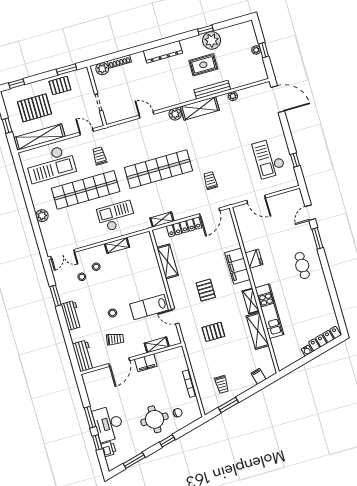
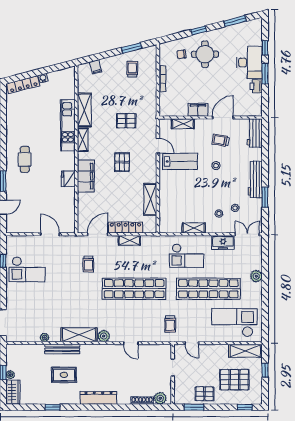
wardrobe: (249, 34) -> (13, 392), added
plant: (212, 40) -> (50, 396), removed
shelving: (40, 137) -> (245, 351), width x0.68
trolley: (99, 156) -> (170, 324), moved
checkout: (269, 158) -> (27, 269), turned 90
shelving: (162, 220) -> (129, 240), moved
freezer: (84, 239) -> (223, 243), added
workbench: (71, 315) -> (255, 179), width x1.38
printer: (109, 449) -> (256, 86), moved

